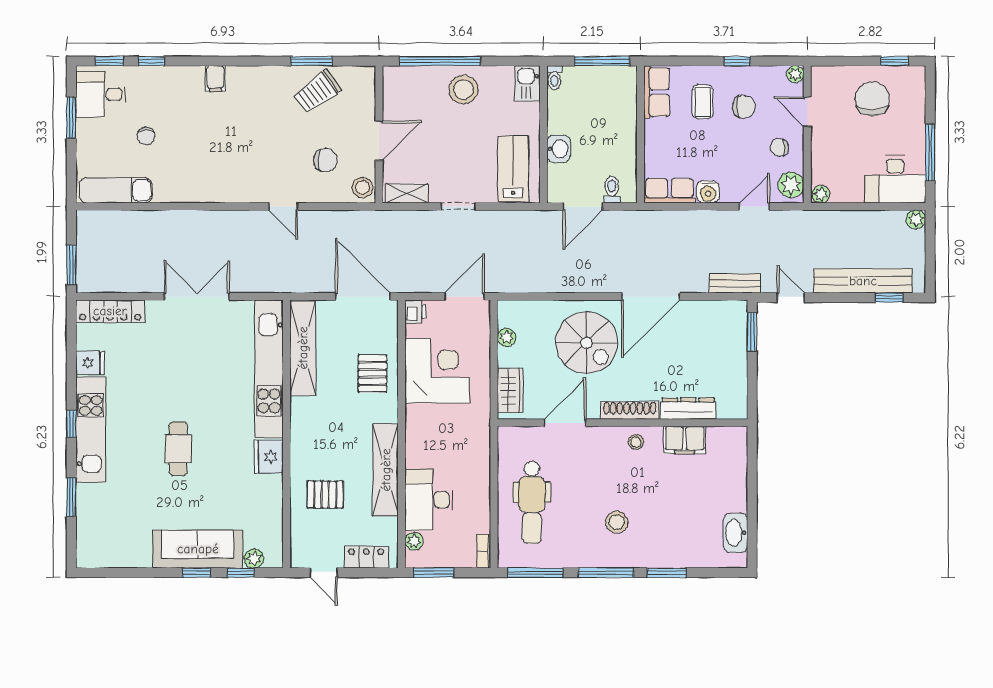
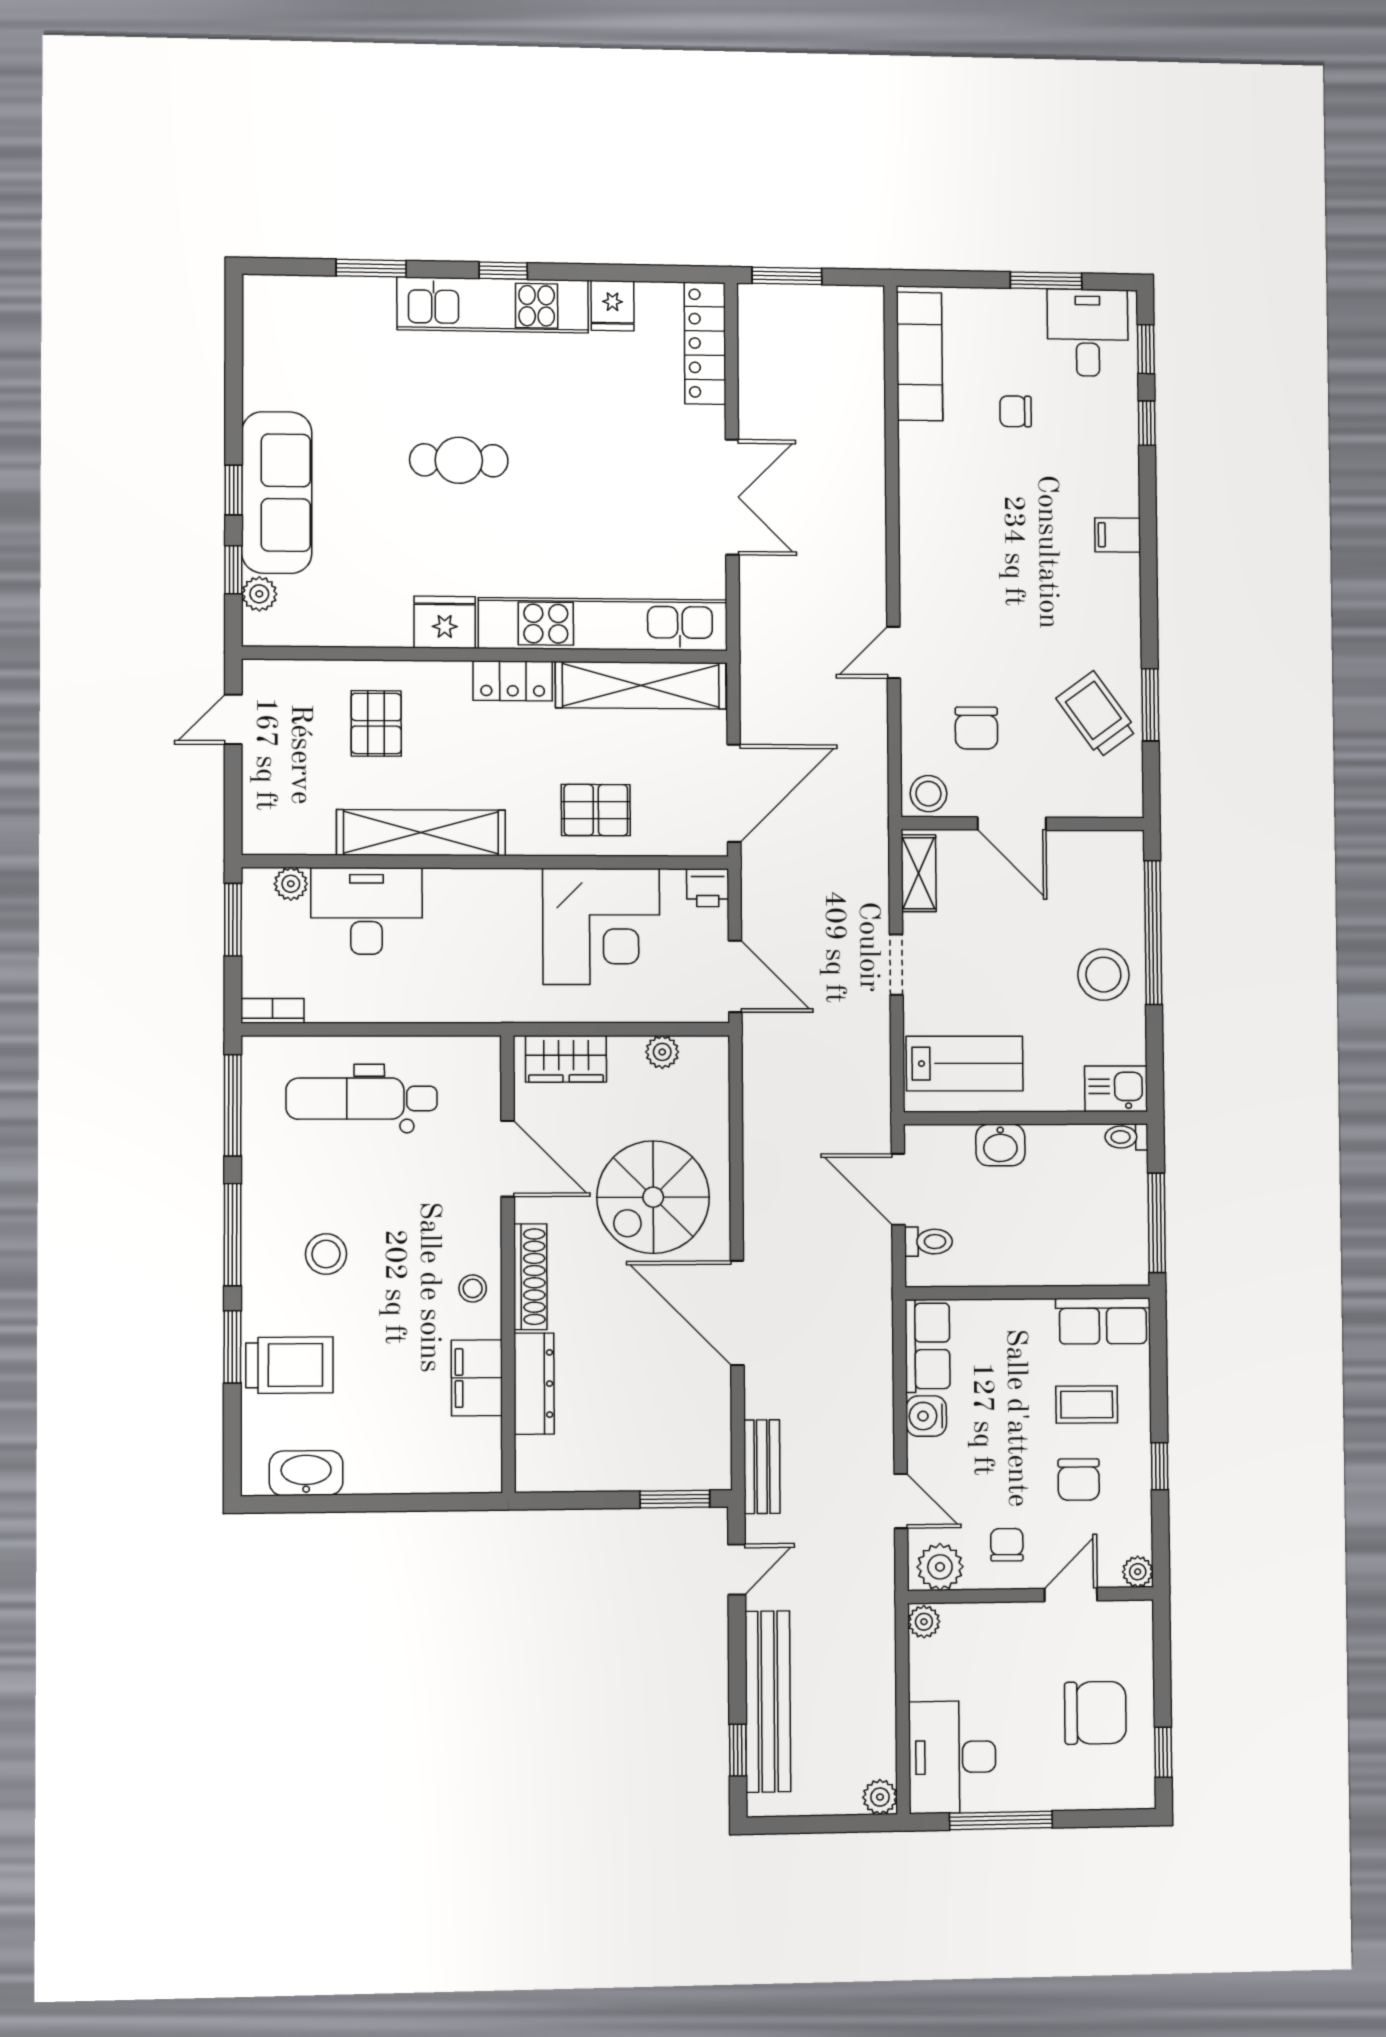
trolley: (677, 542) -> (289, 1365), added
locker: (366, 557) -> (513, 681), moved, turned 90

